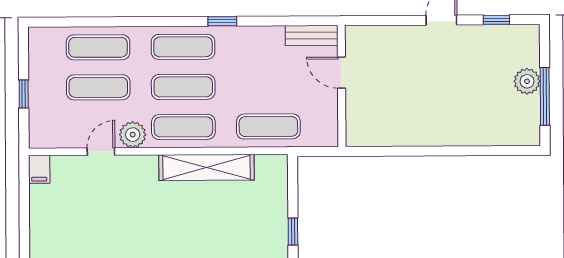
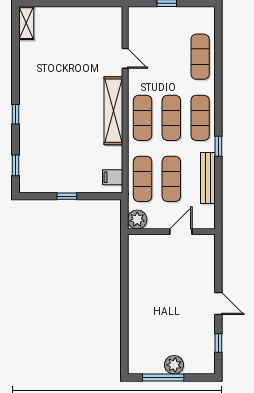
bench: (312, 35) -> (208, 178), moved, width x1.36
exercise mat: (98, 87) -> (171, 179), moved
plant: (133, 135) -> (137, 220), moved
shelving: (207, 167) -> (113, 111), moved
filing cabinet: (39, 169) -> (113, 177), moved

